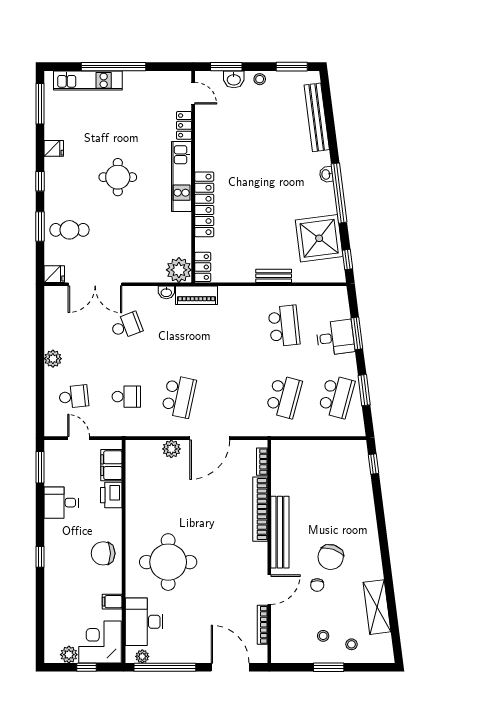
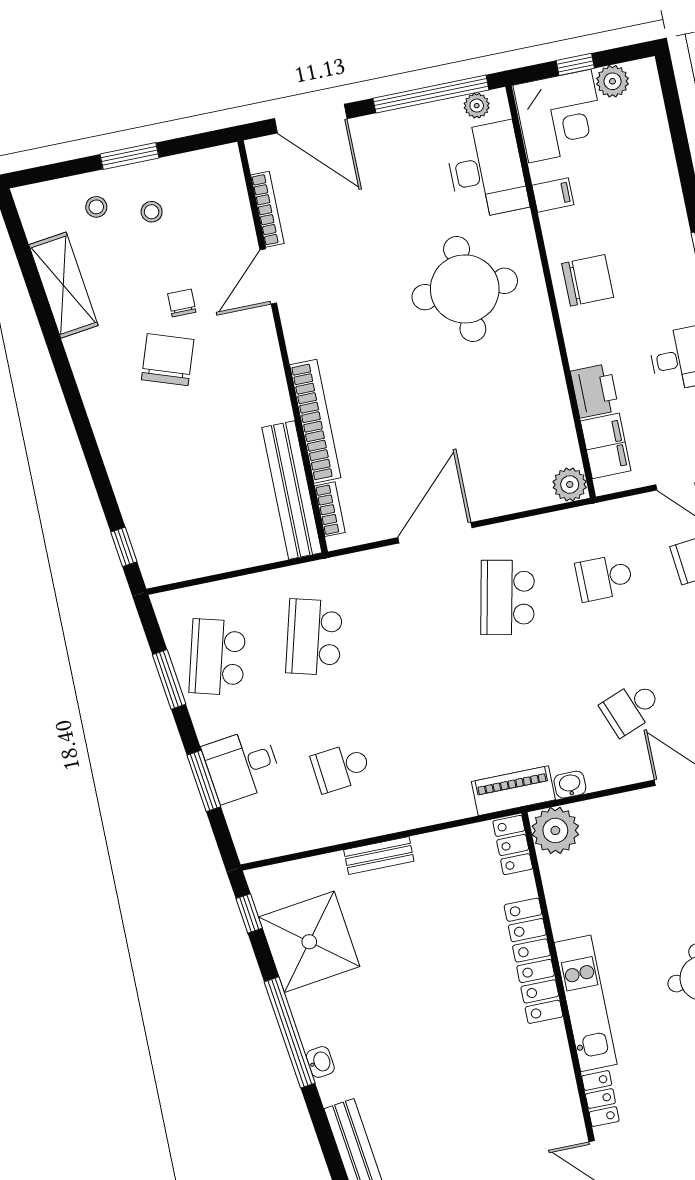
school desk: (284, 326) -> (341, 767), width x0.54
plant: (171, 449) -> (570, 484), moved
bench: (280, 532) -> (292, 490), moved

